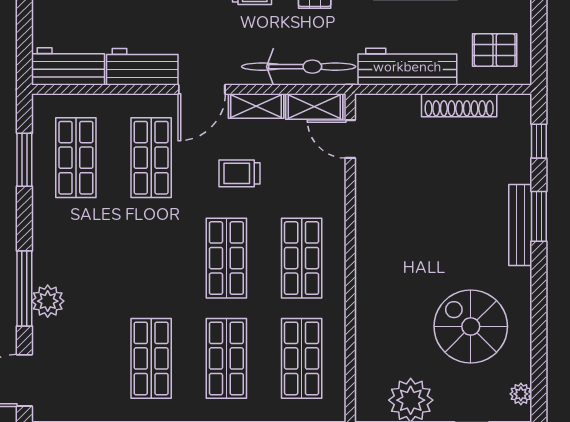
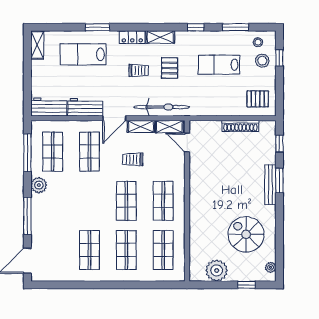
workbench: (407, 67) -> (215, 107), removed
window: (24, 160) -> (27, 153), width x1.44
plant: (48, 301) -> (39, 185), moved

